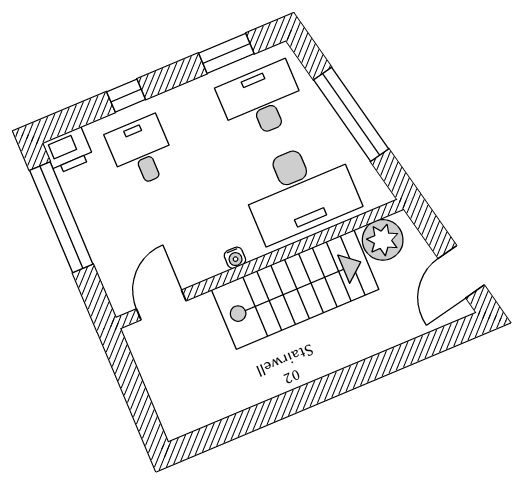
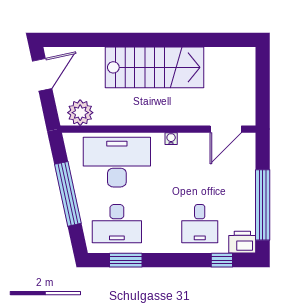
window: (126, 96) -> (222, 260), moved
stairs: (295, 290) -> (155, 67), moved, turned 180

